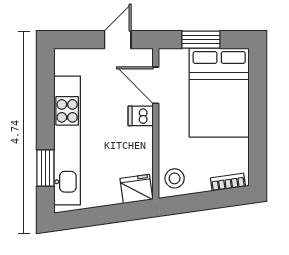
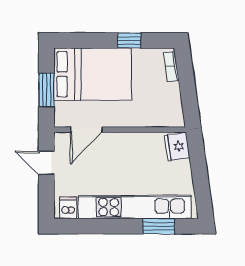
dishwasher: (141, 116) -> (68, 208), moved, turned 180
window: (258, 134) -> (129, 40), added
stool: (175, 178) -> (168, 113), removed

